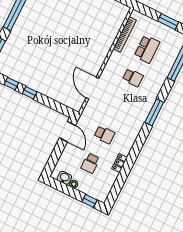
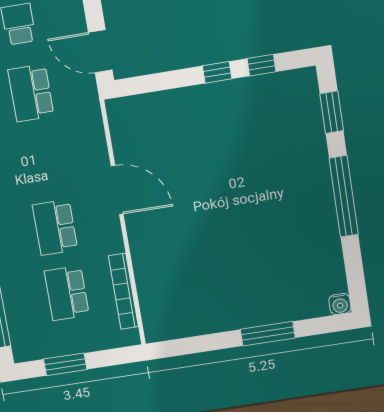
school desk: (133, 78) -> (55, 227), width x1.85
door: (92, 88) -> (117, 190), moved
school desk: (104, 135) -> (31, 93), width x1.85

